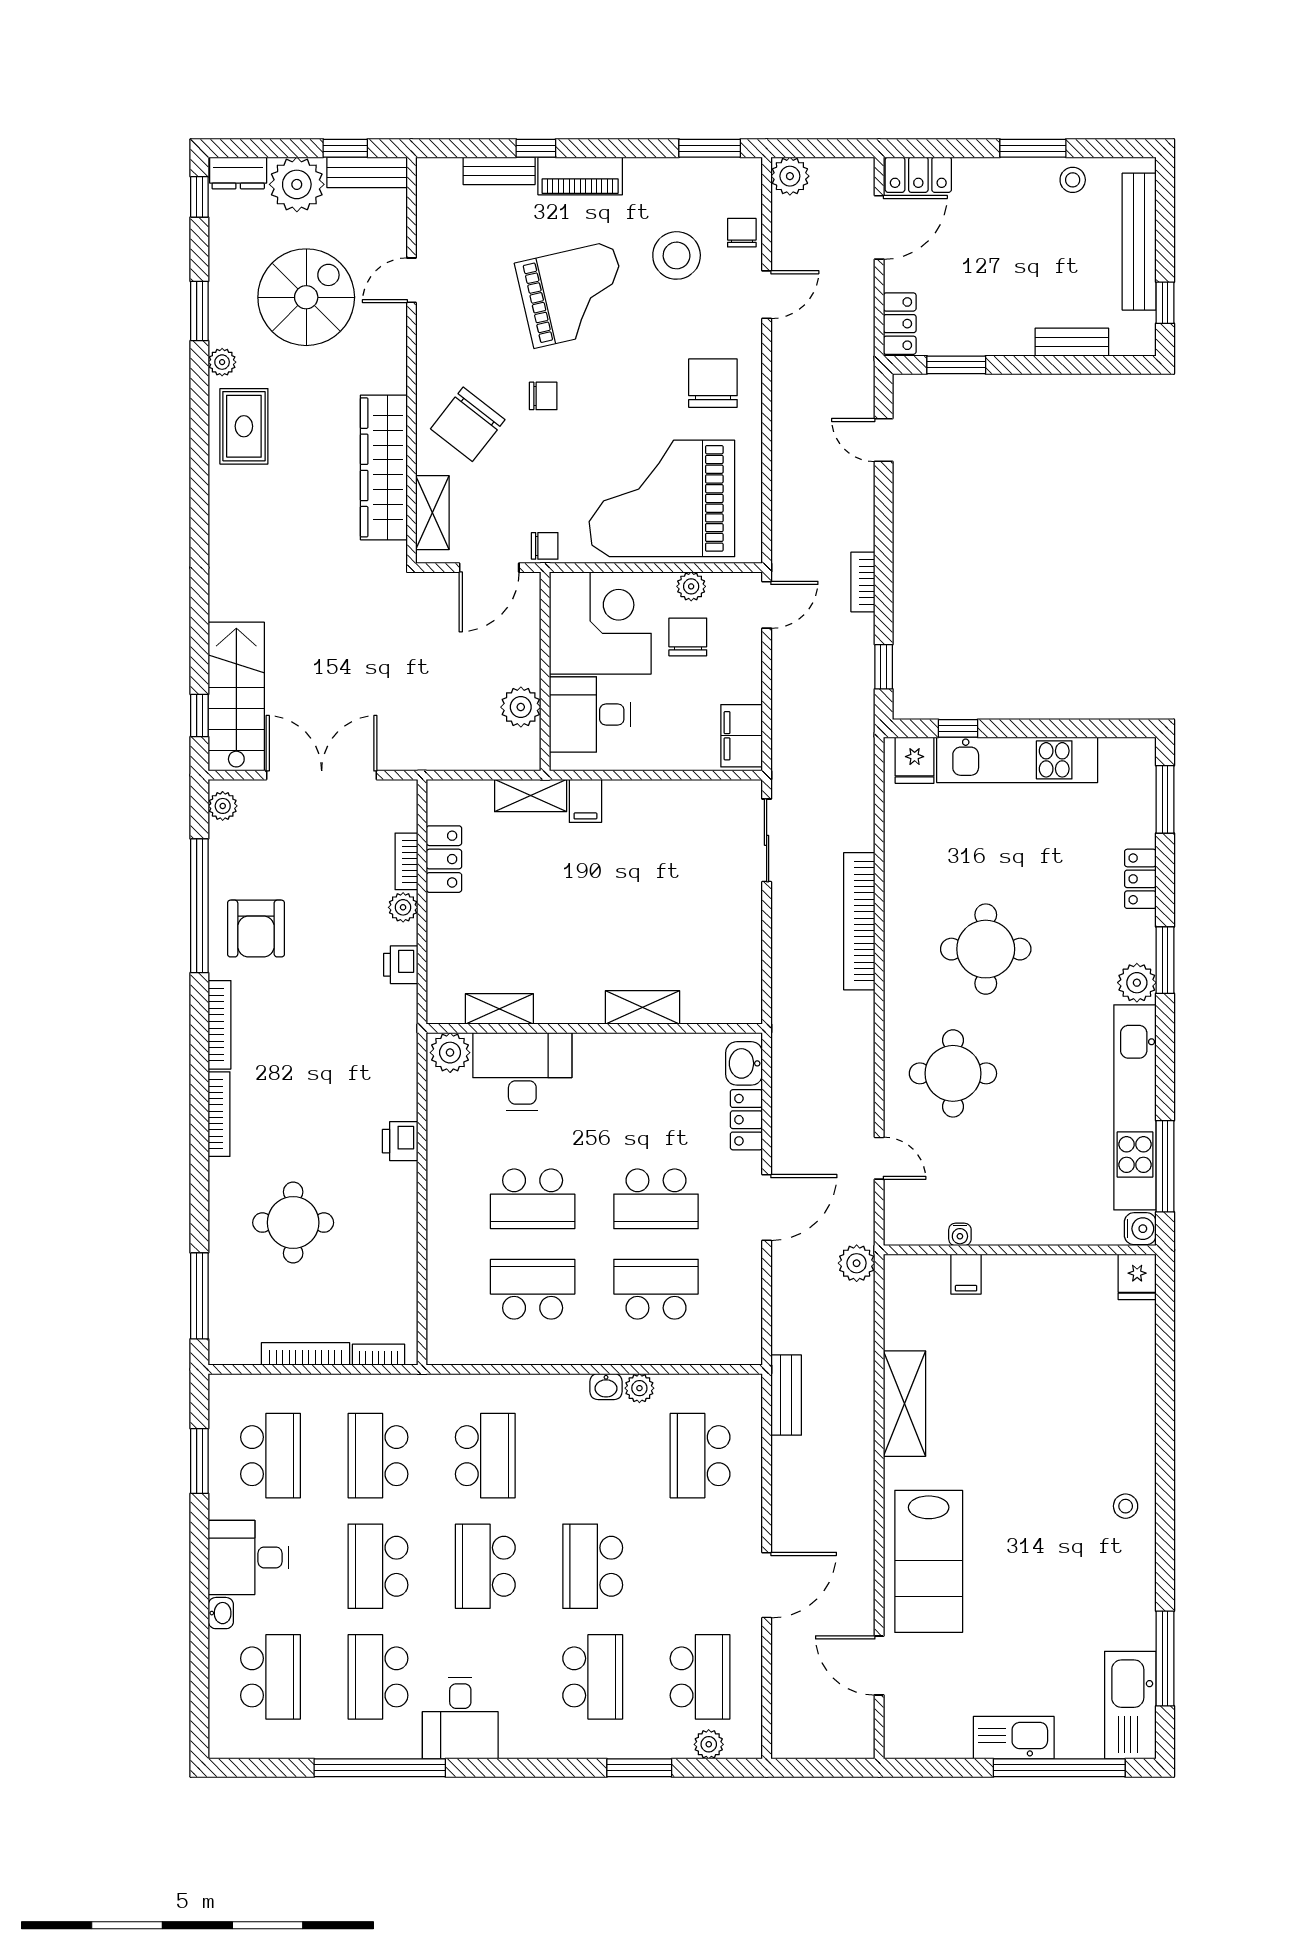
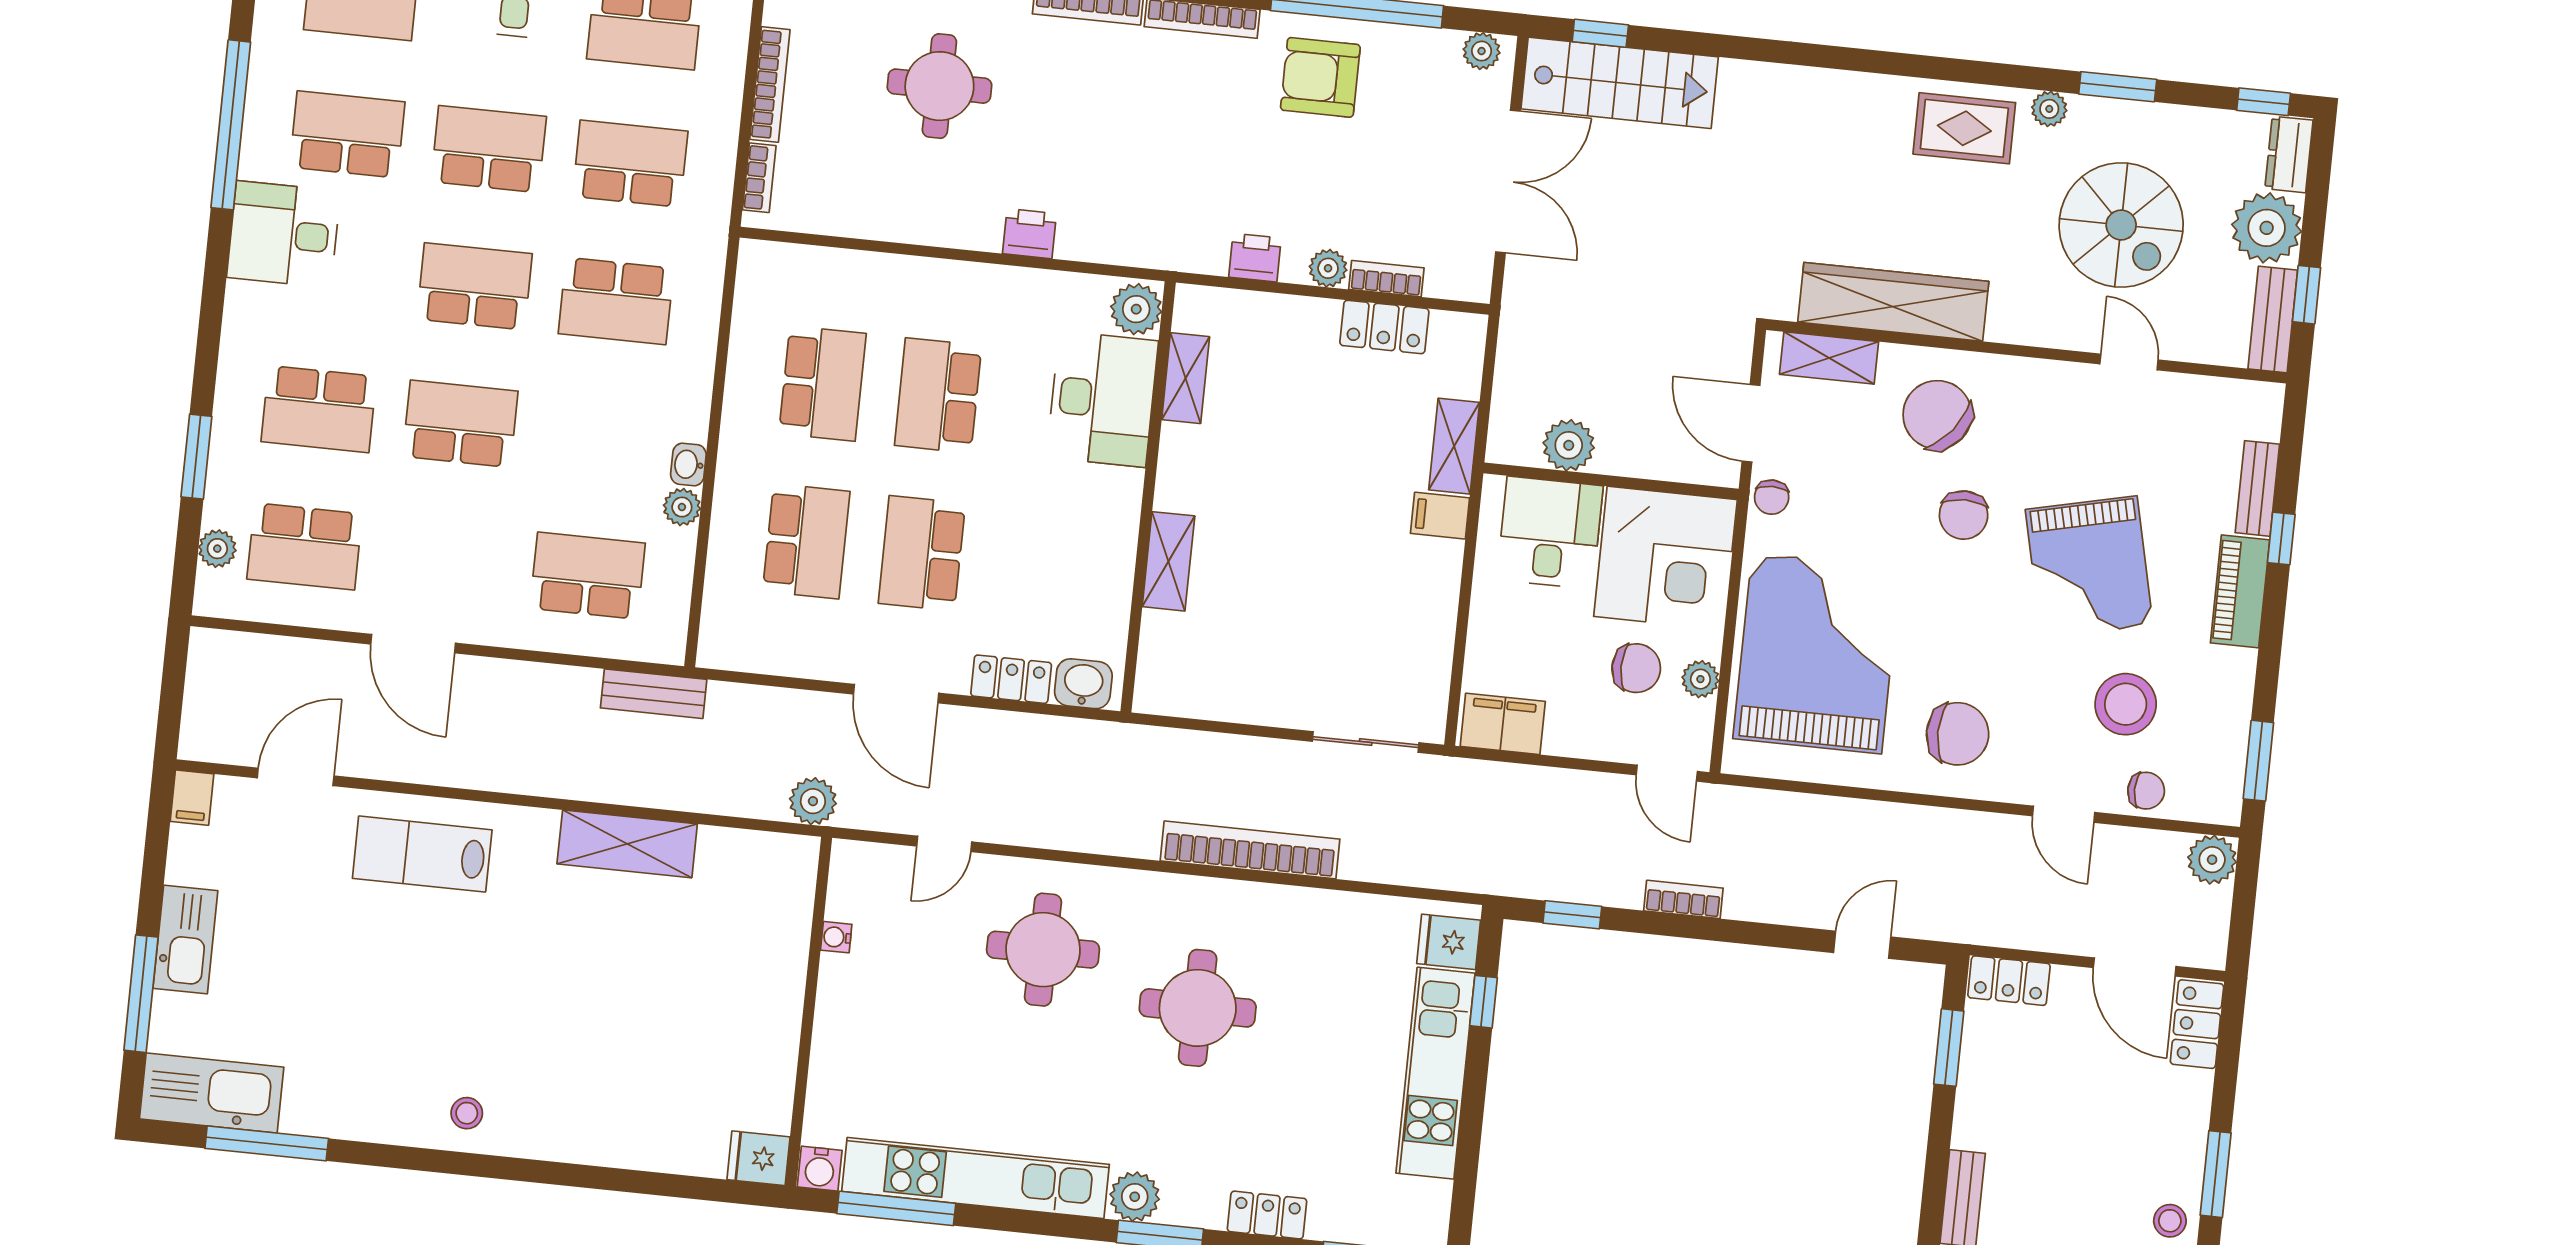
chair: (543, 396) -> (1964, 515), width x1.37, depth x1.37
filing cabinet: (966, 1274) -> (192, 798), moved, turned -90
lab bench: (929, 1561) -> (422, 854), width x0.73, depth x0.72
window: (1059, 1768) -> (141, 994), width x0.68

